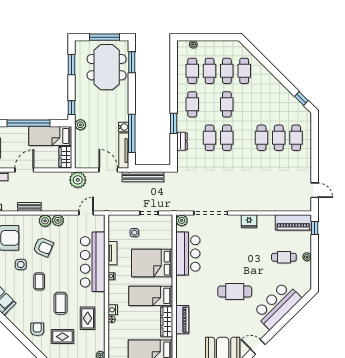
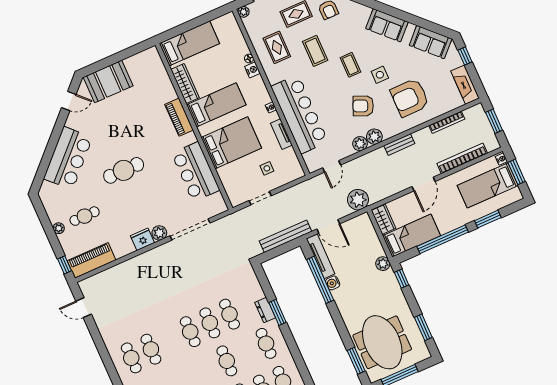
cafe table: (261, 138) -> (190, 332), moved
dresser: (182, 141) -> (265, 310), moved
plant: (182, 220) -> (159, 233), moved
cafe table: (235, 291) -> (124, 170), moved
piano: (182, 320) -> (179, 117), moved

